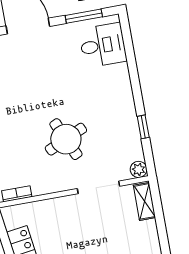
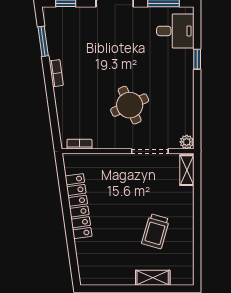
window: (143, 127) -> (197, 59), moved

